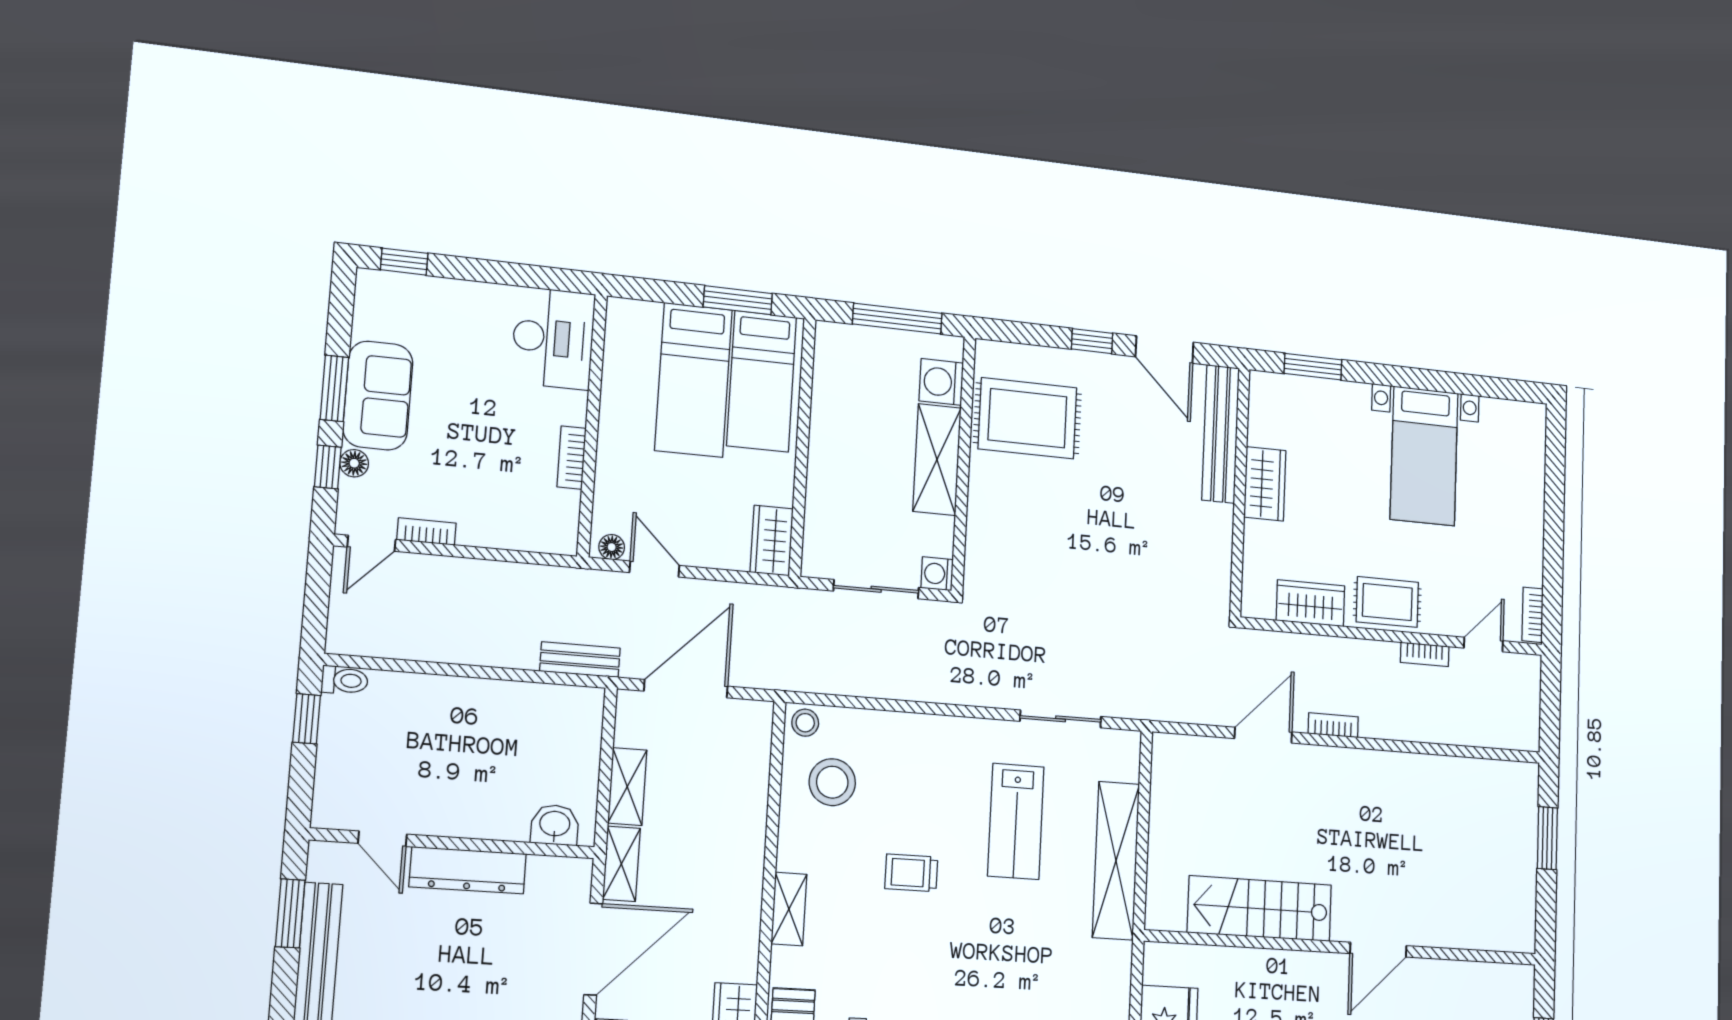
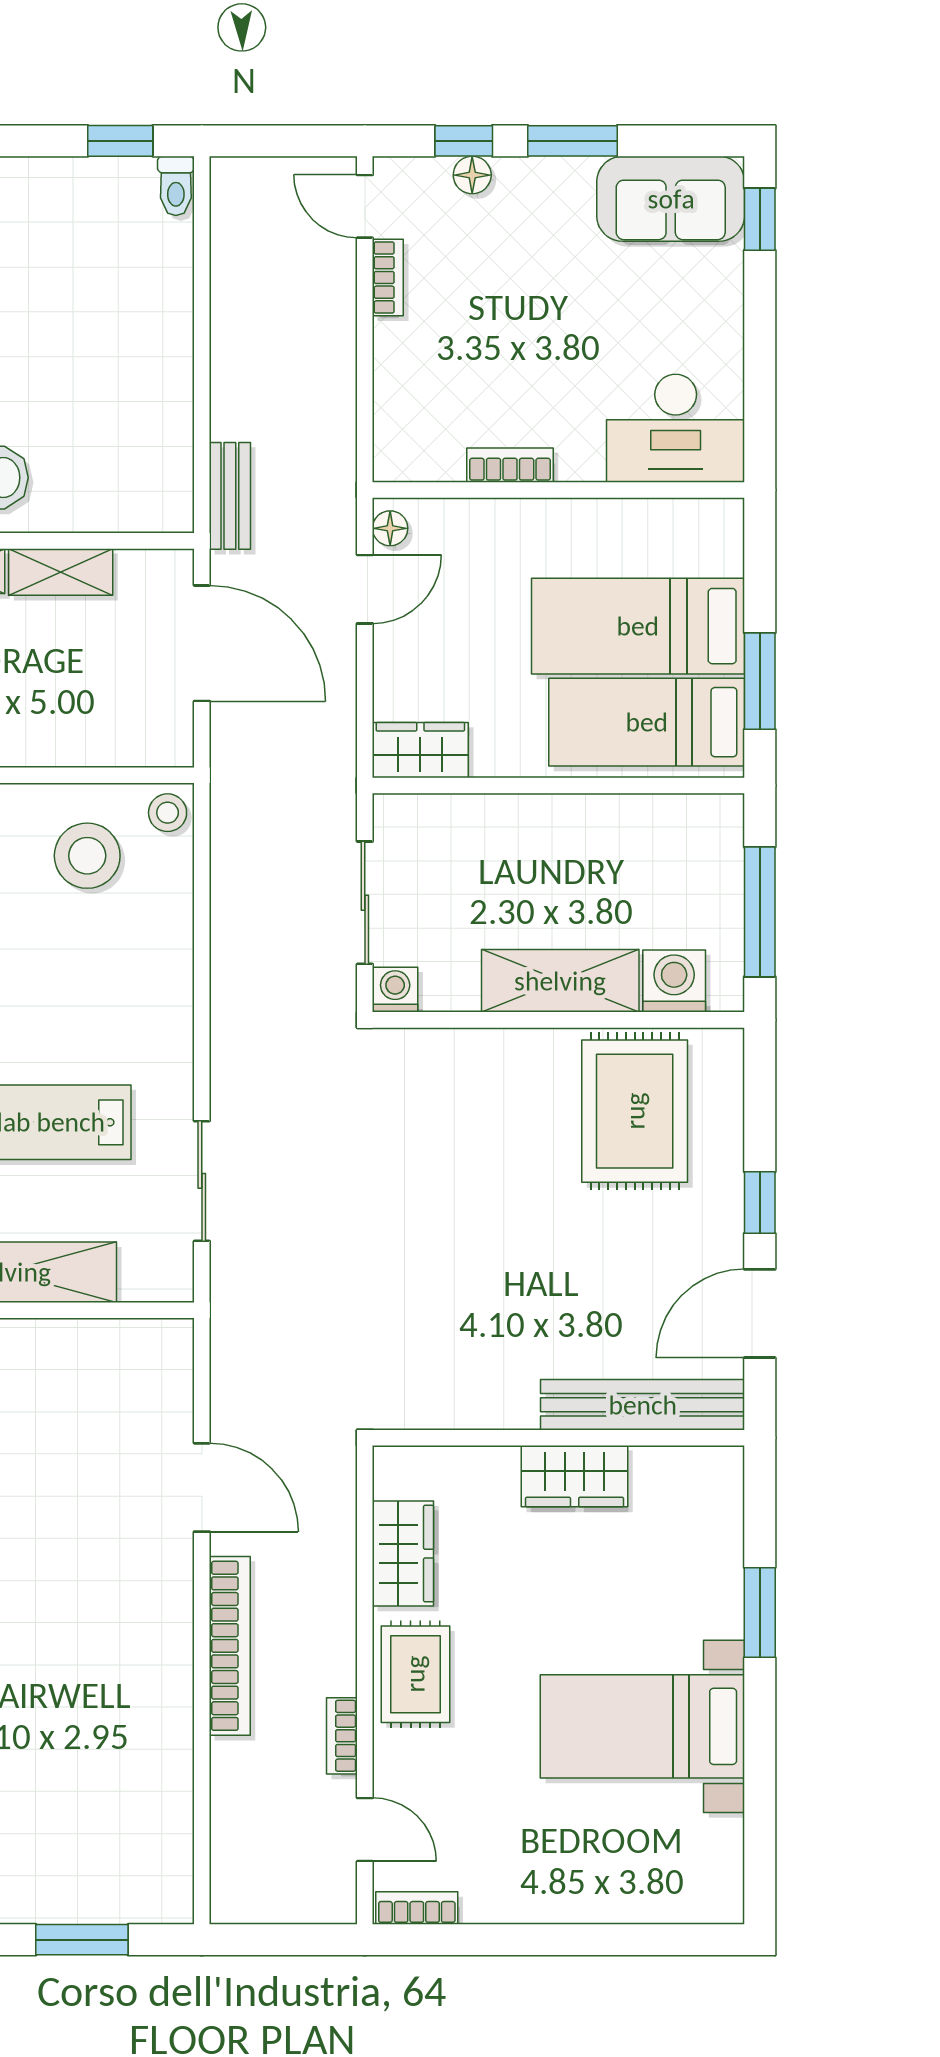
window: (1313, 367) -> (760, 1613), moved
sofa: (378, 396) -> (671, 199), moved
bookcase: (1333, 725) -> (230, 1646), width x2.31, depth x1.31

